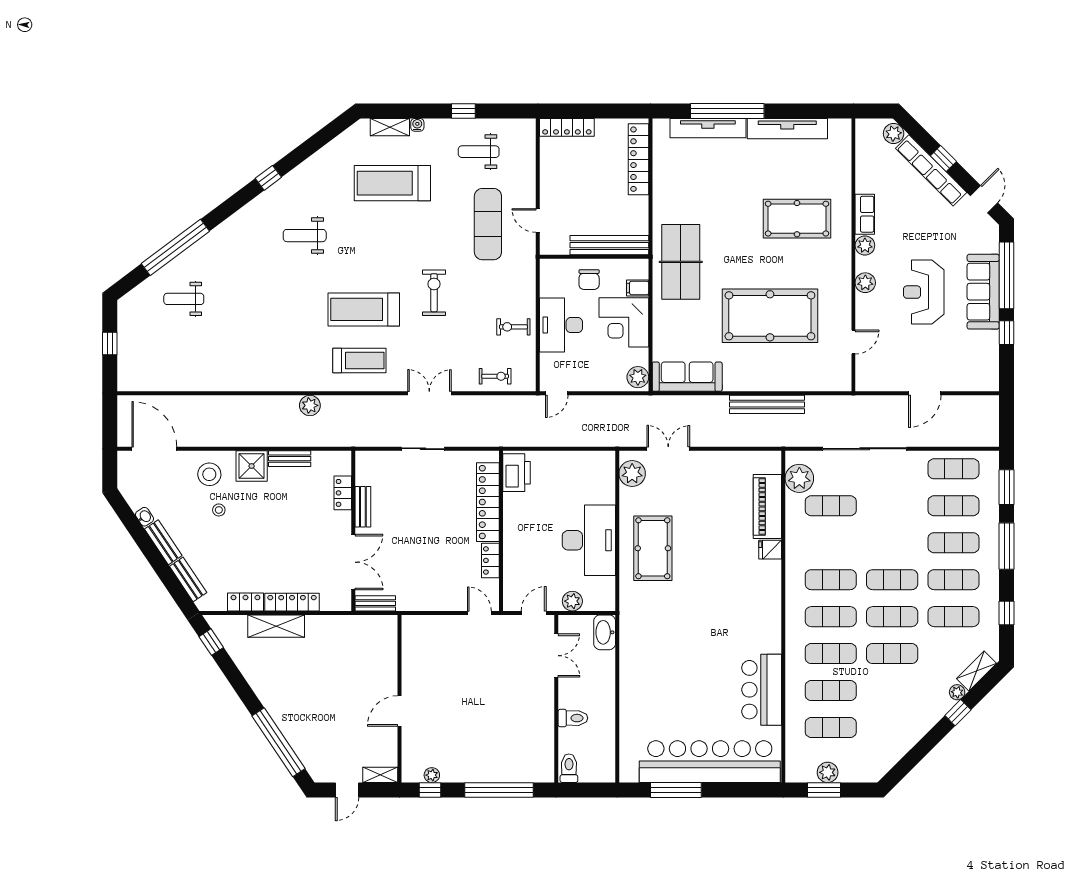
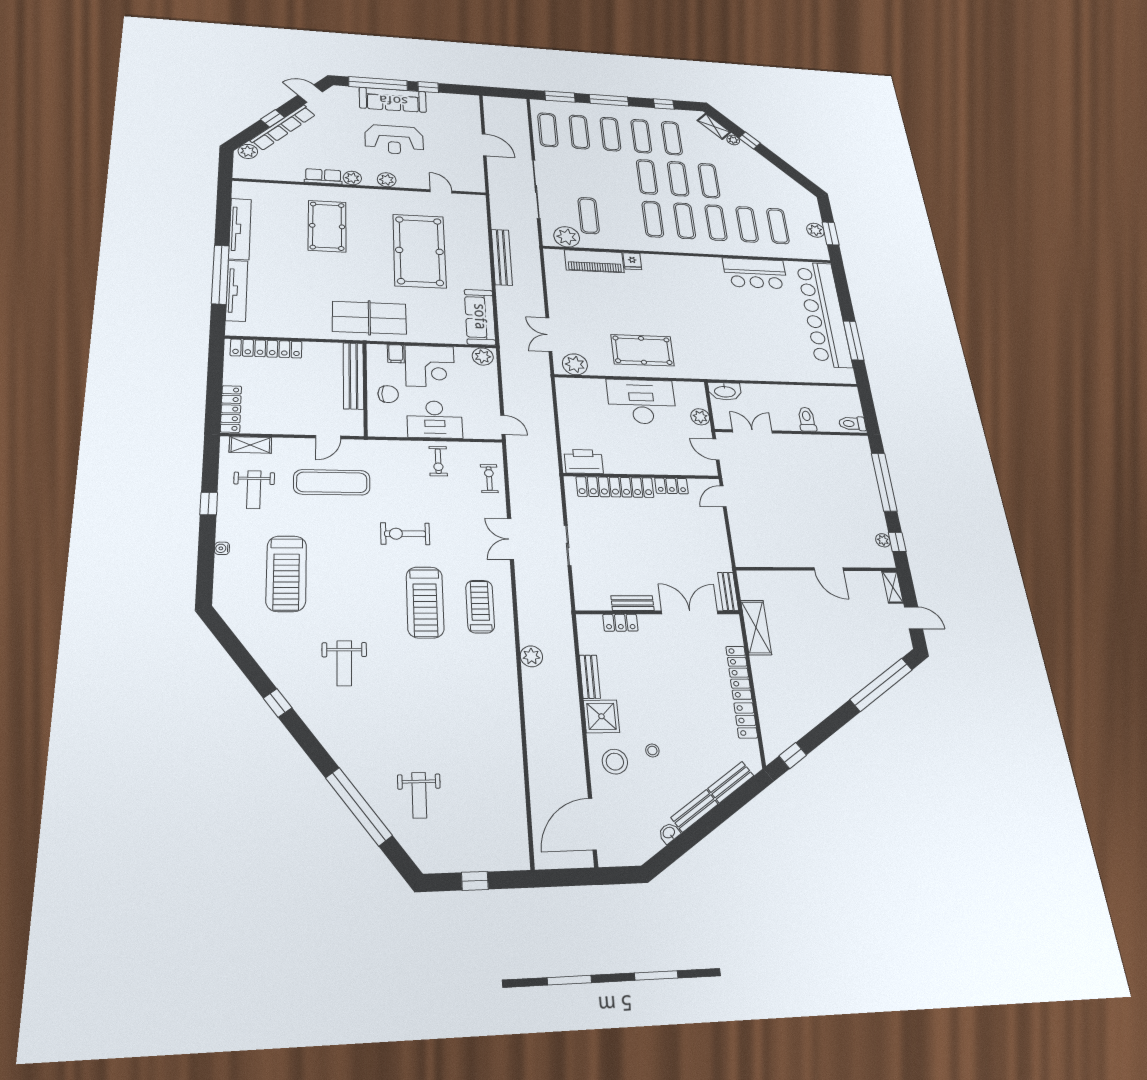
shelving: (390, 127) -> (250, 445), moved, turned 90
shelving: (276, 626) -> (756, 627), moved

